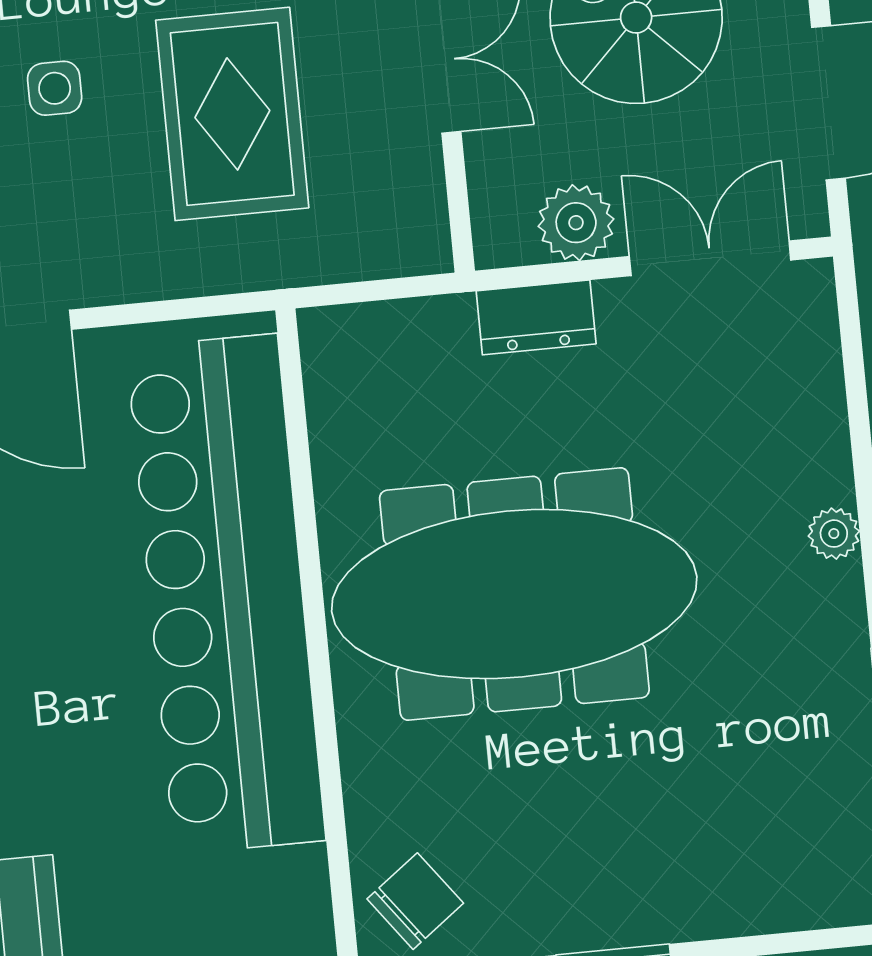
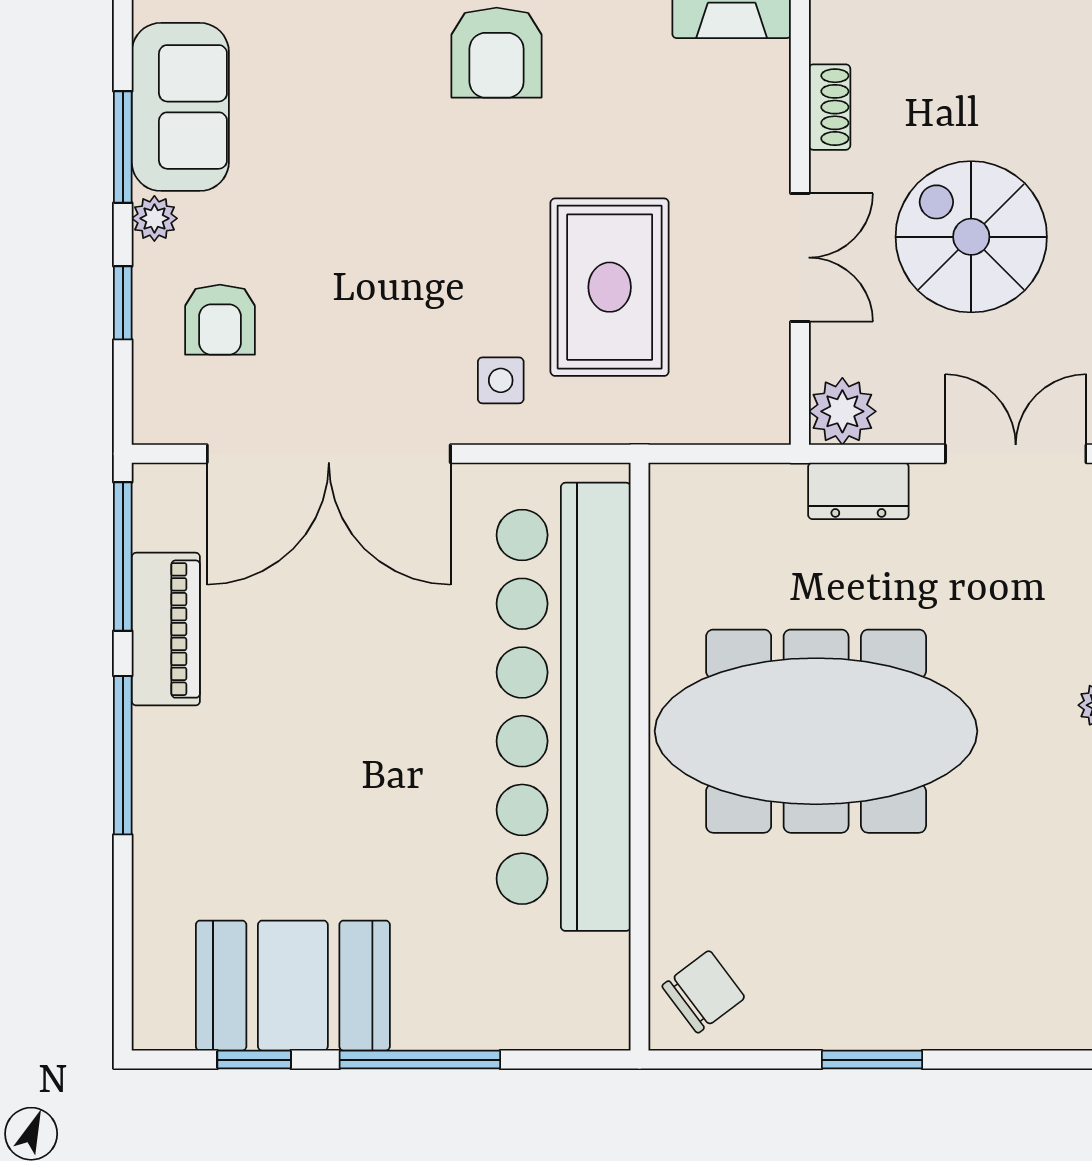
side table: (55, 88) -> (501, 380), moved
plant: (576, 223) -> (842, 411), moved

